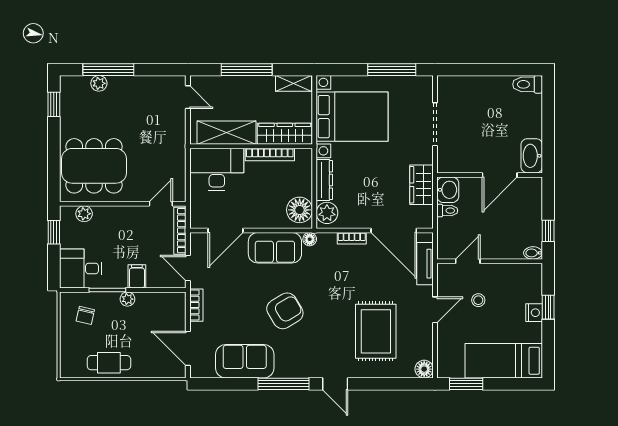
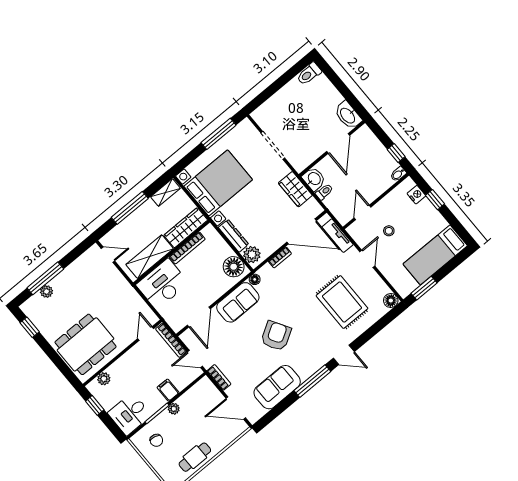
nightstand: (534, 313) -> (416, 195), moved

